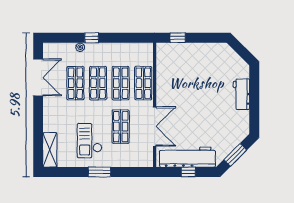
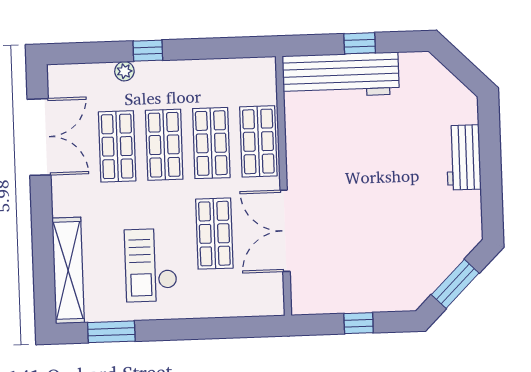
window: (178, 38) -> (360, 43), moved
double door: (155, 126) -> (285, 231), swing flipped
shelving: (50, 150) -> (68, 270), width x1.47
workbench: (187, 157) -> (341, 75), moved, turned 180
window: (99, 172) -> (111, 332), moved

